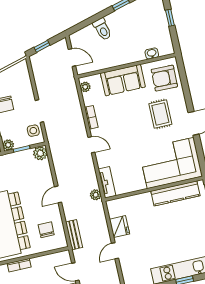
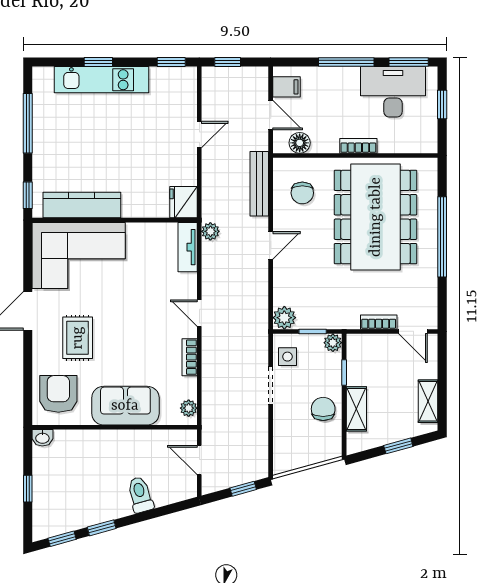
washbasin: (152, 54) -> (42, 438), moved
armchair: (164, 78) -> (58, 394), turned -91
fridge: (120, 227) -> (183, 202), moved
bench: (74, 235) -> (259, 184), width x1.36
floor lamp: (54, 259) -> (300, 143), added

